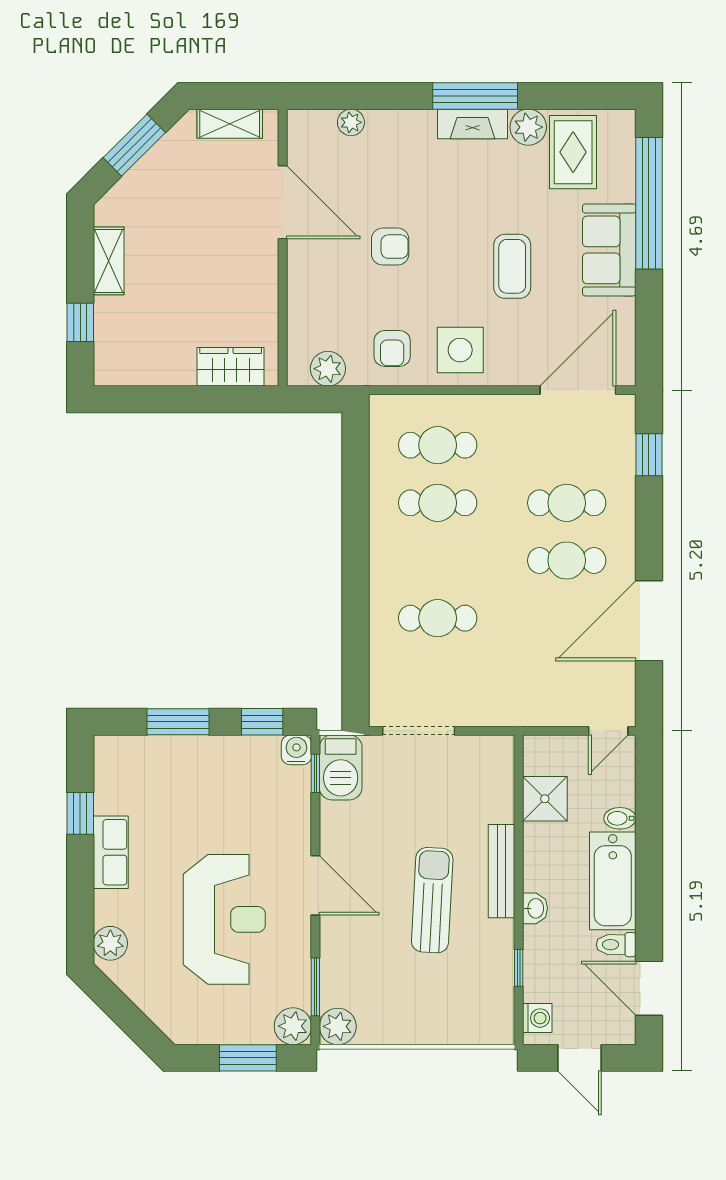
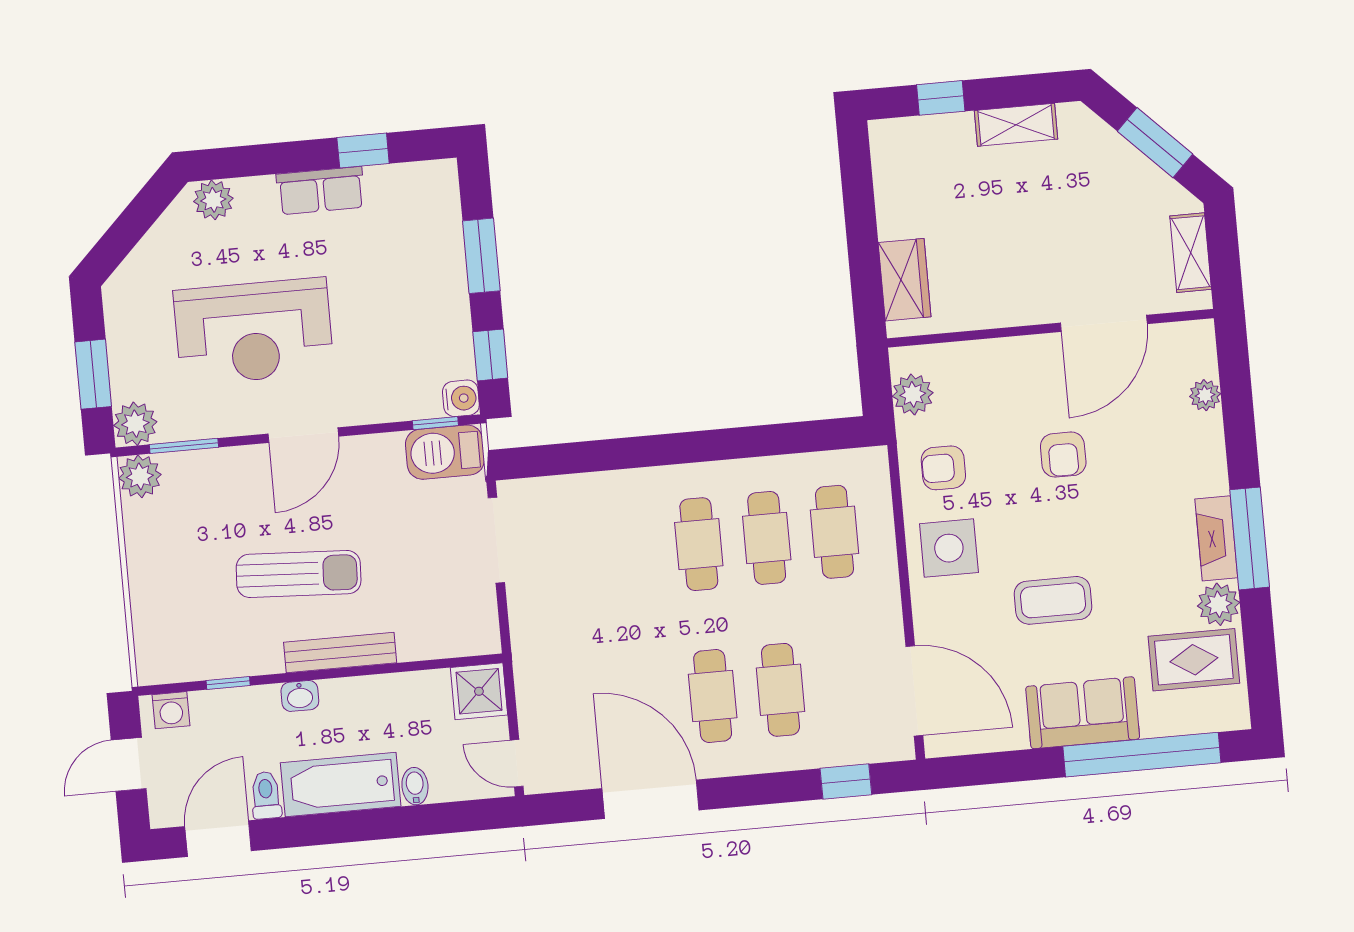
cafe table: (438, 618) -> (699, 544), moved
shower: (545, 799) -> (479, 691), moved

